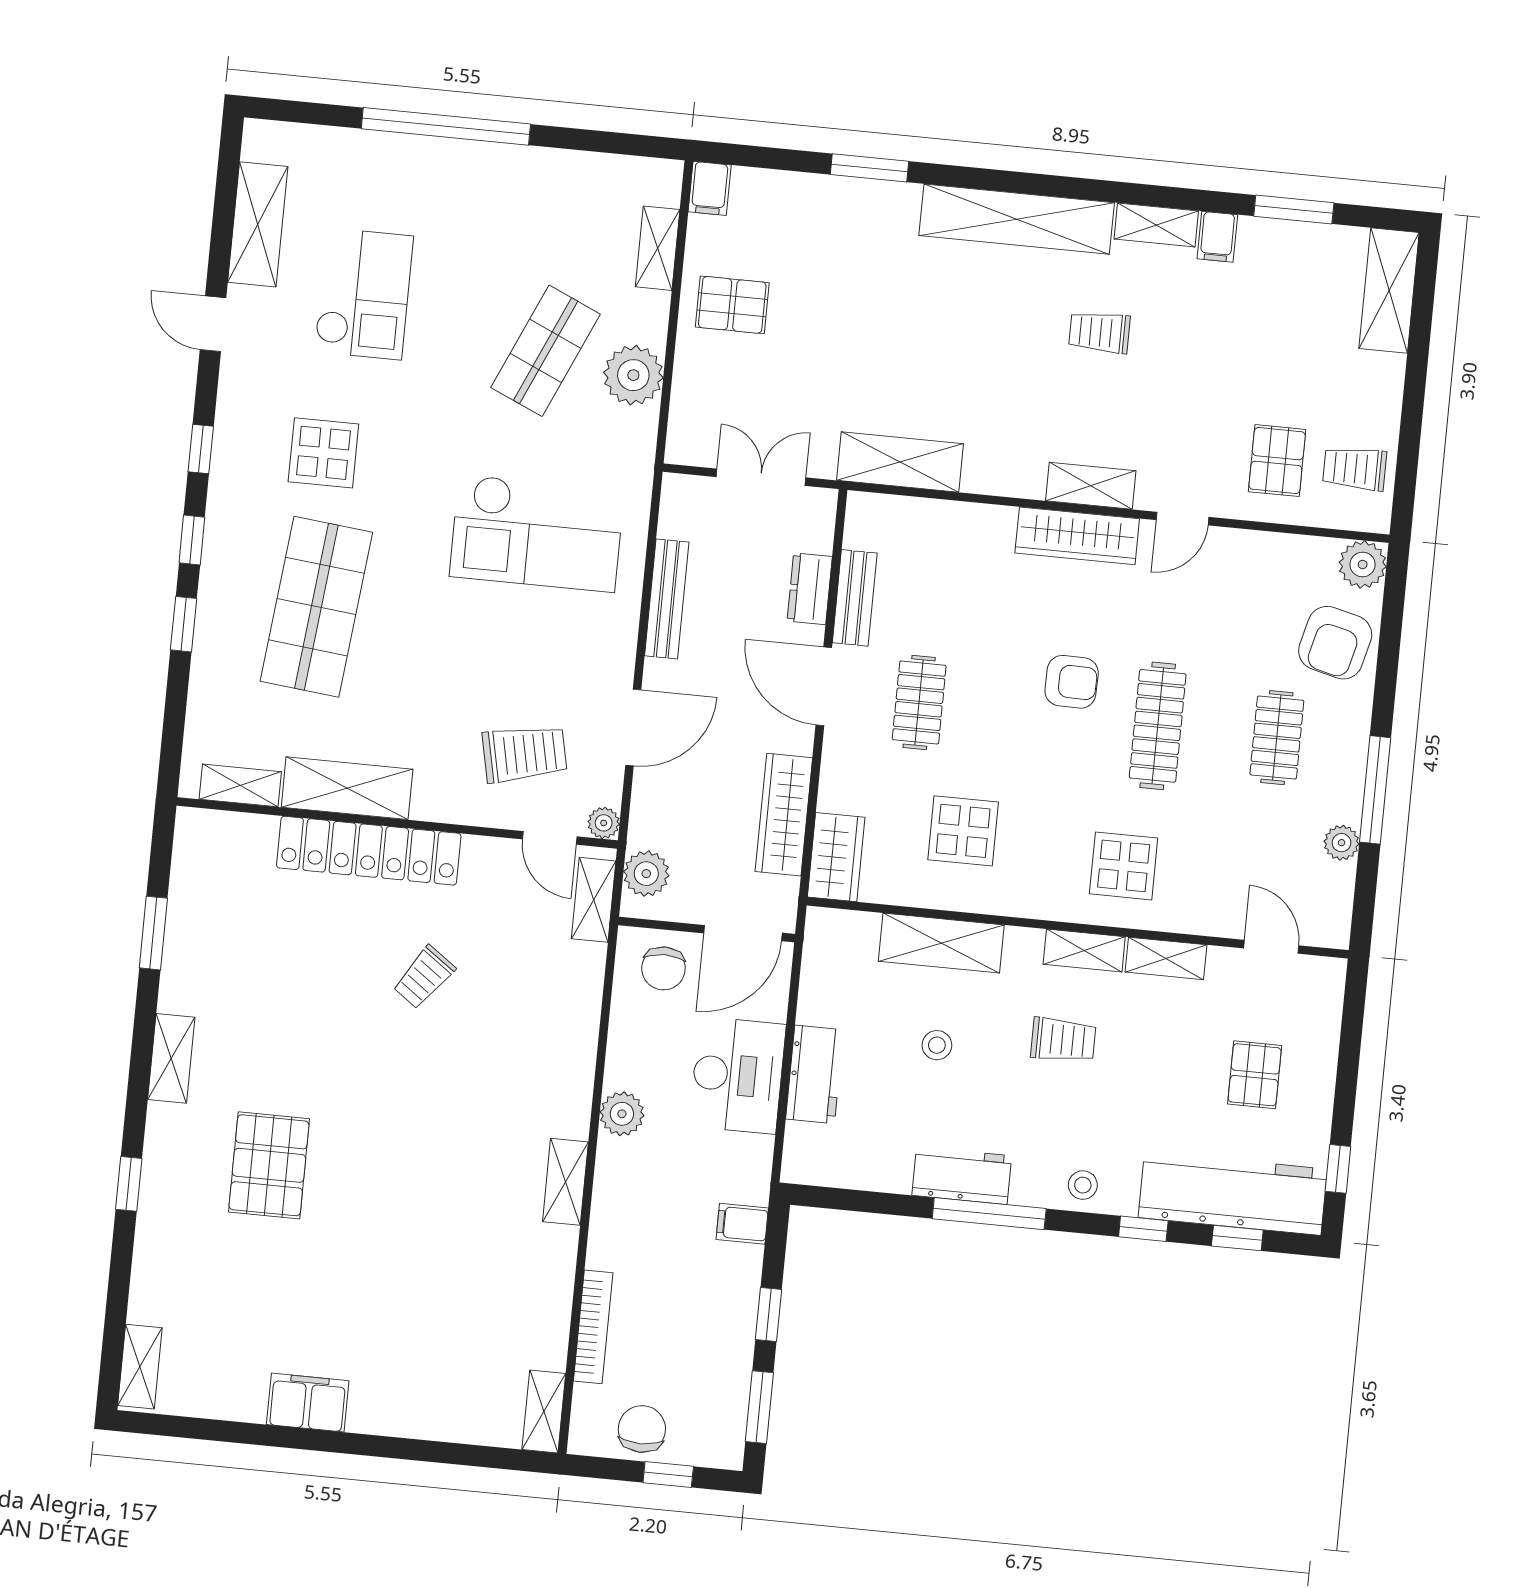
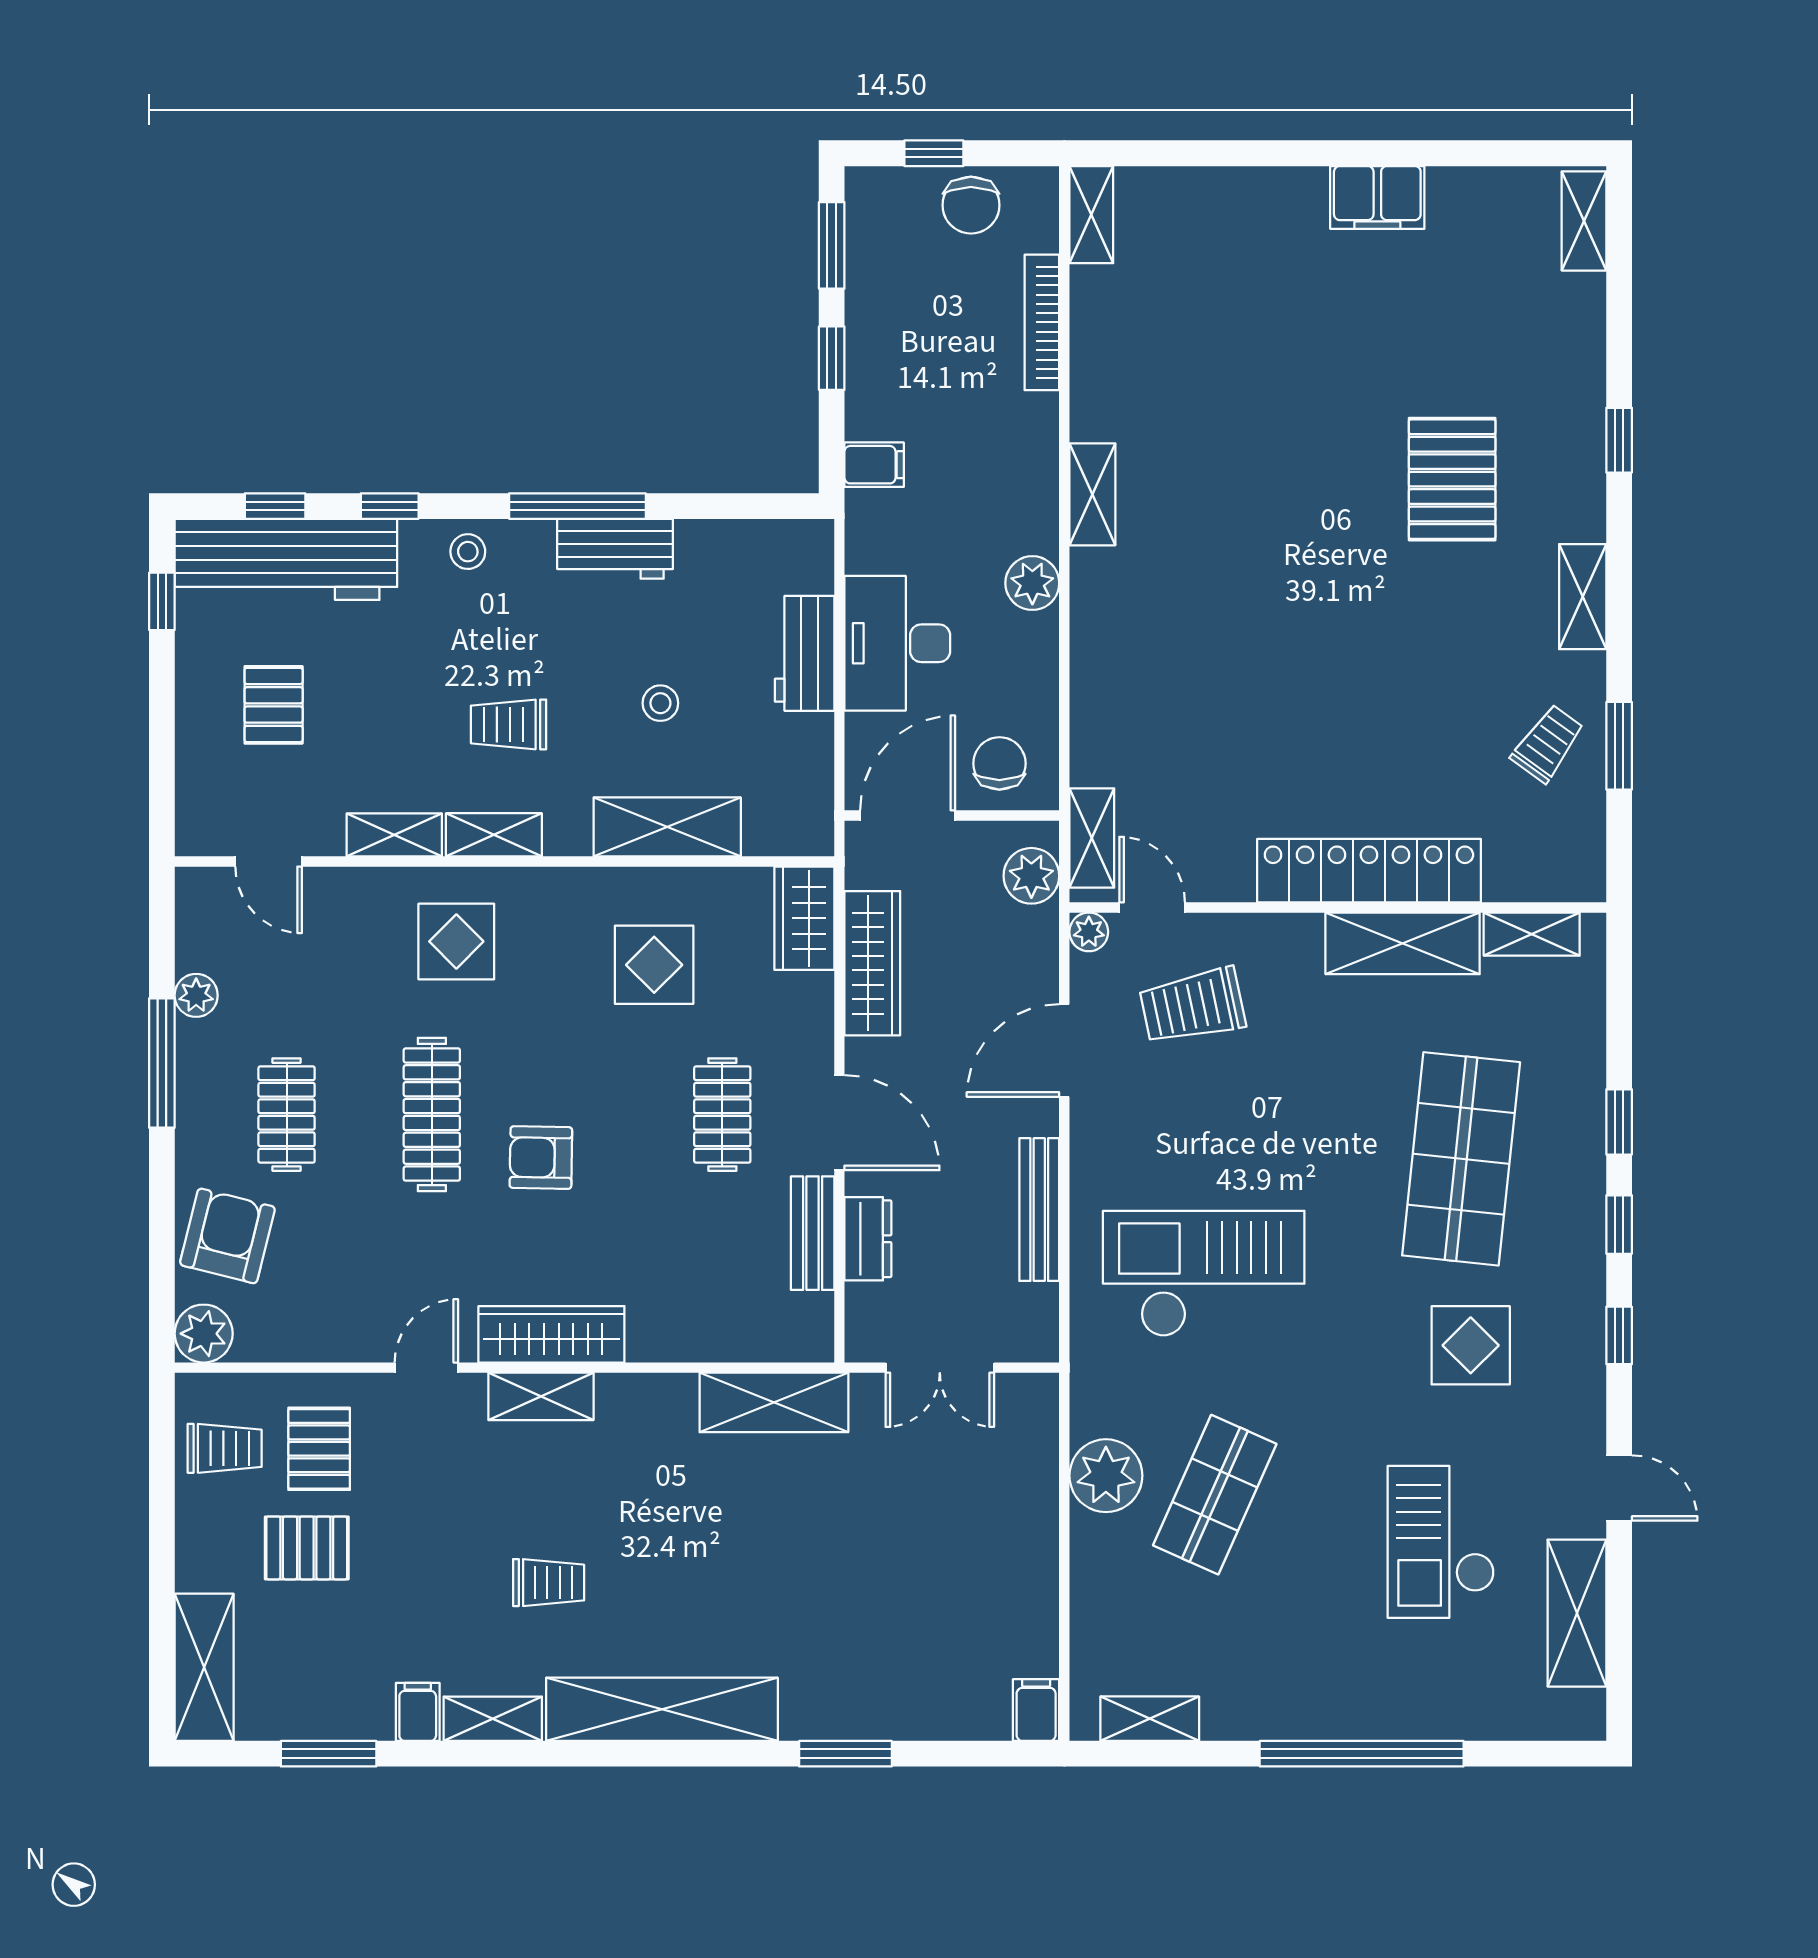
shelving: (658, 248) -> (1150, 1719), moved, turned 90
pallet: (732, 305) -> (307, 1548), moved
trolley: (424, 977) -> (1548, 744), moved

